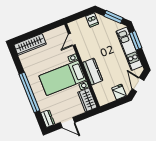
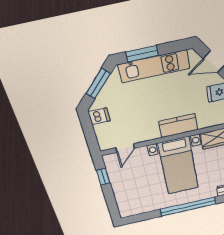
window: (48, 28) -> (103, 177), added
door: (72, 39) -> (125, 148), hinge flipped
wardrobe: (30, 44) -> (124, 200), removed

